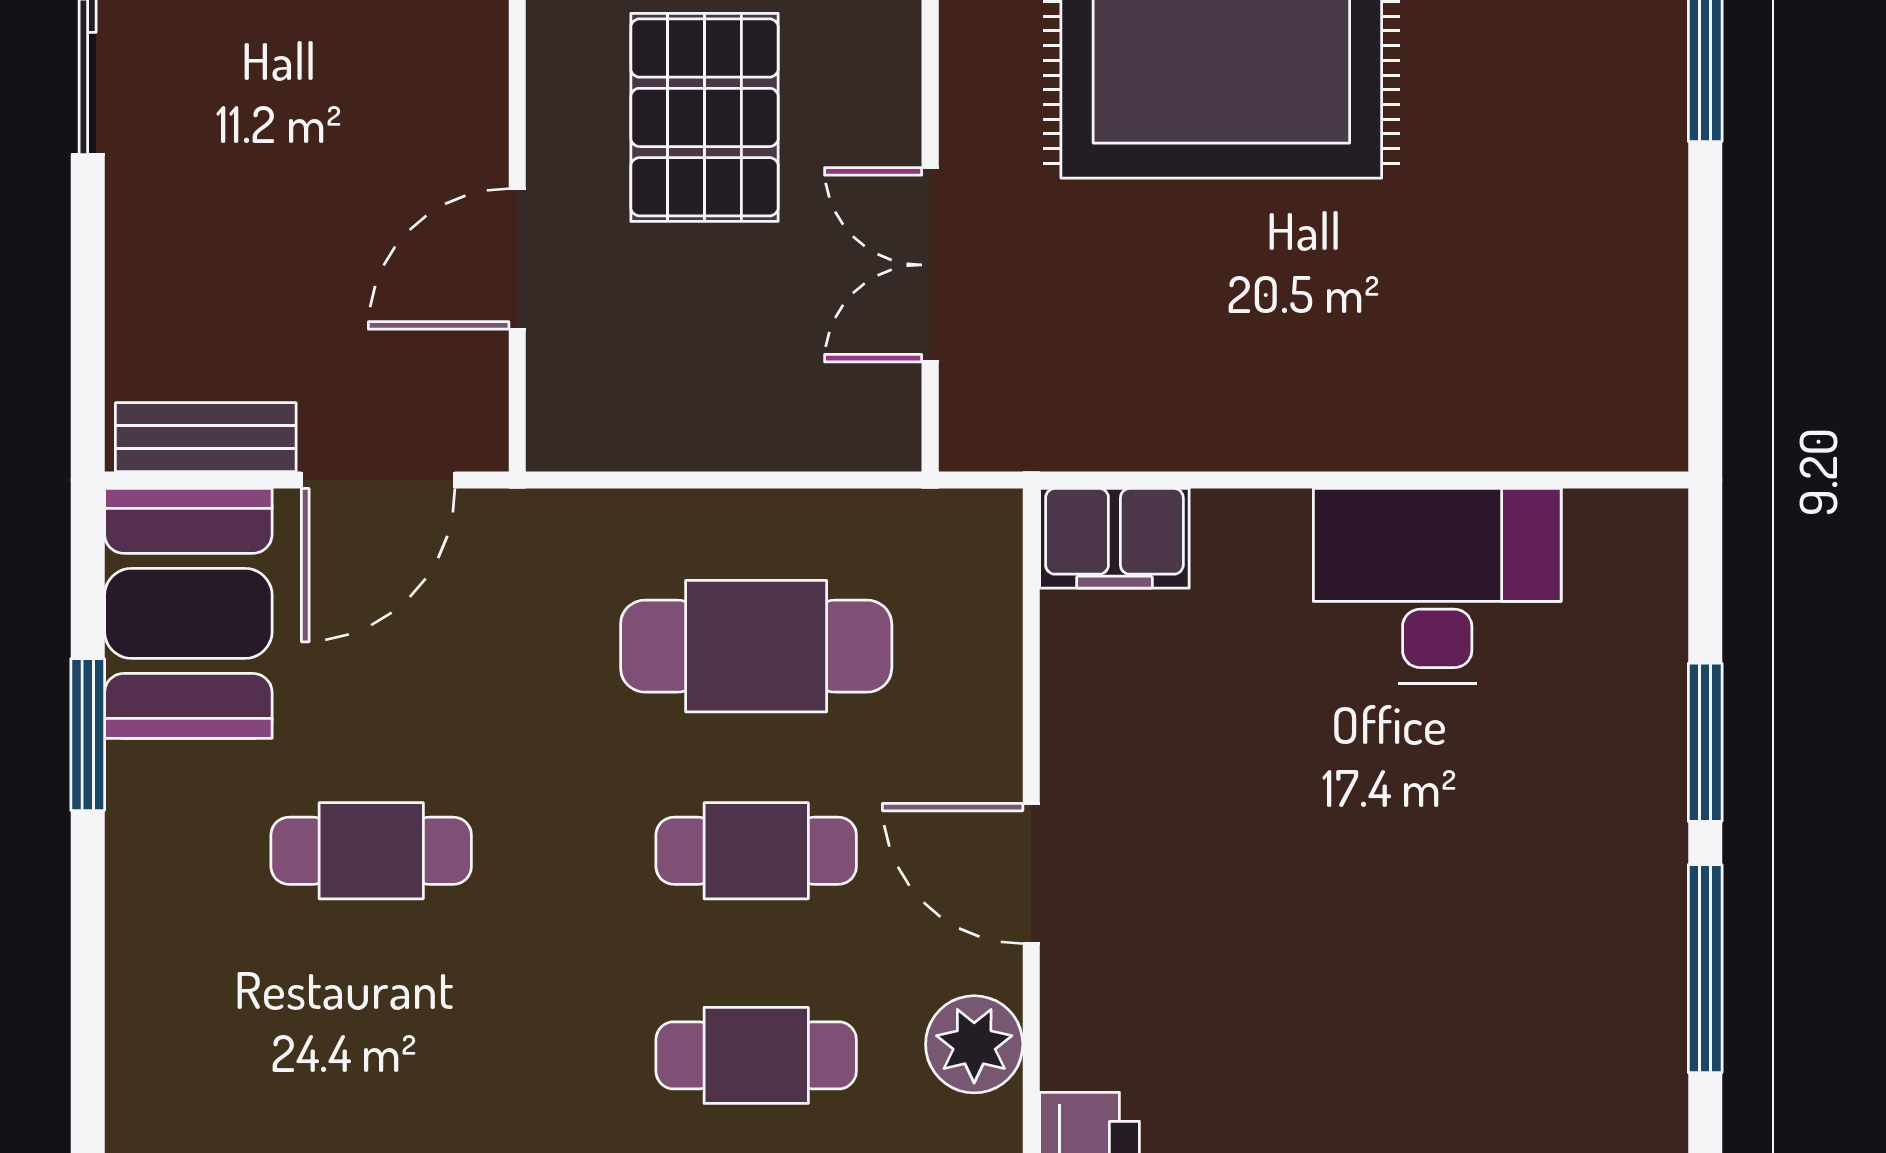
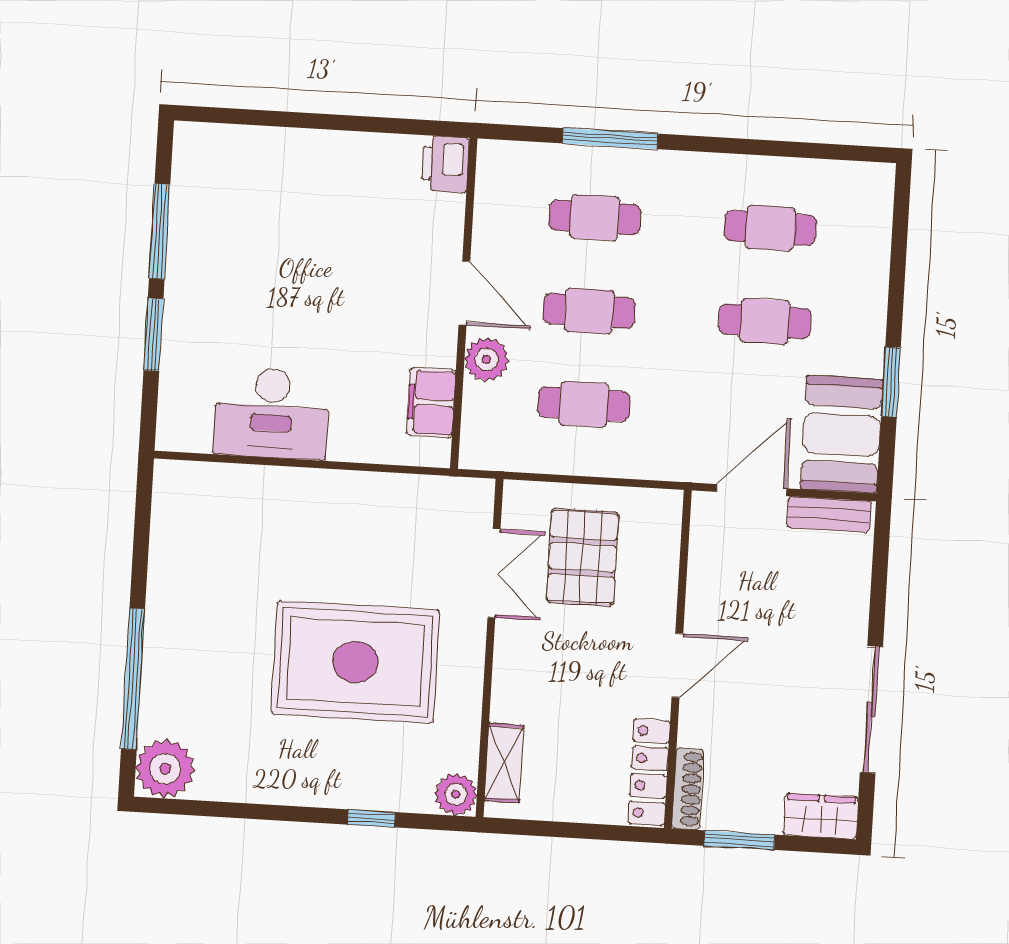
pallet: (704, 117) -> (582, 557), moved
door: (517, 259) -> (677, 665), moved
filing cabinet: (1114, 538) -> (431, 403), moved, turned -90
cafe table: (756, 646) -> (584, 404), width x0.73, depth x0.74
plant: (974, 1044) -> (487, 360), moved
cafe table: (371, 1055) -> (770, 228), added

